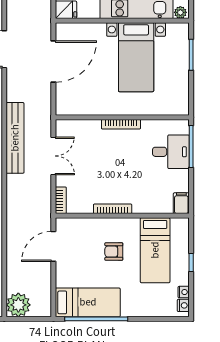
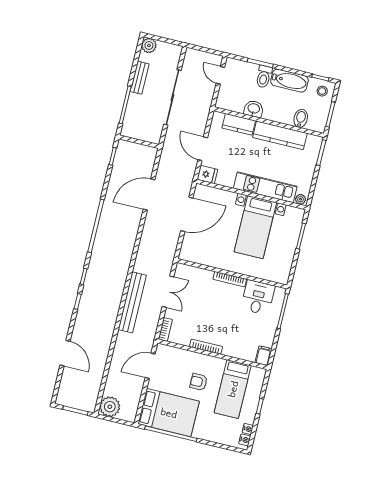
bench: (15, 138) -> (132, 302), moved
desk: (171, 152) -> (258, 297), moved, turned -90
bed: (88, 302) -> (169, 413), width x1.50

